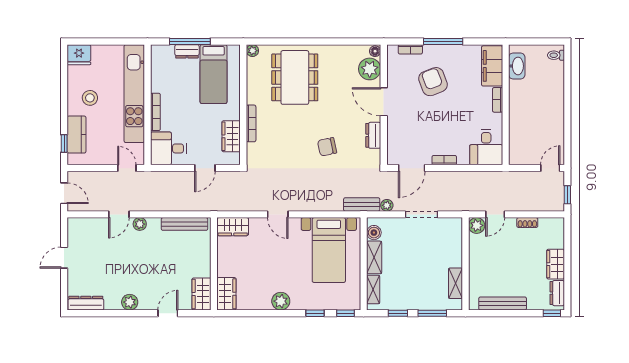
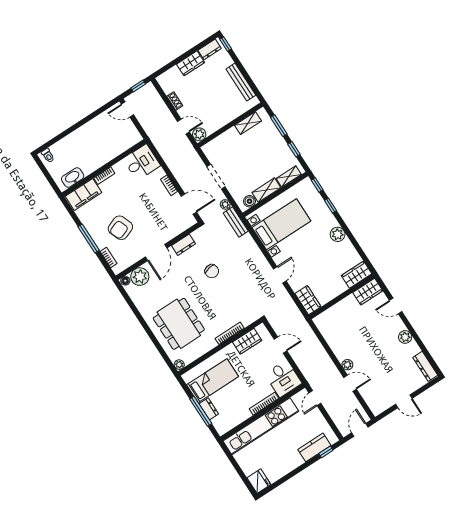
dining table: (295, 77) -> (179, 324), turned 90
stool: (90, 98) -> (283, 454), removed
bench: (184, 224) -> (328, 334), removed

